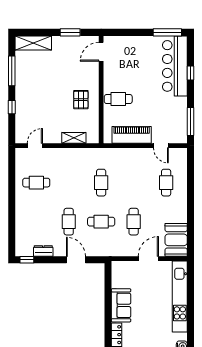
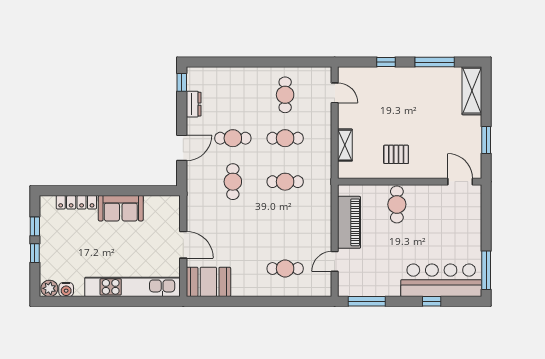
cafe table: (134, 222) -> (285, 138), moved

